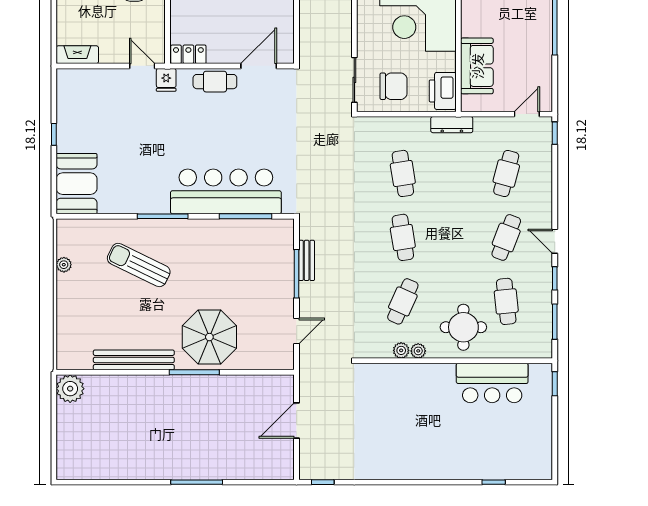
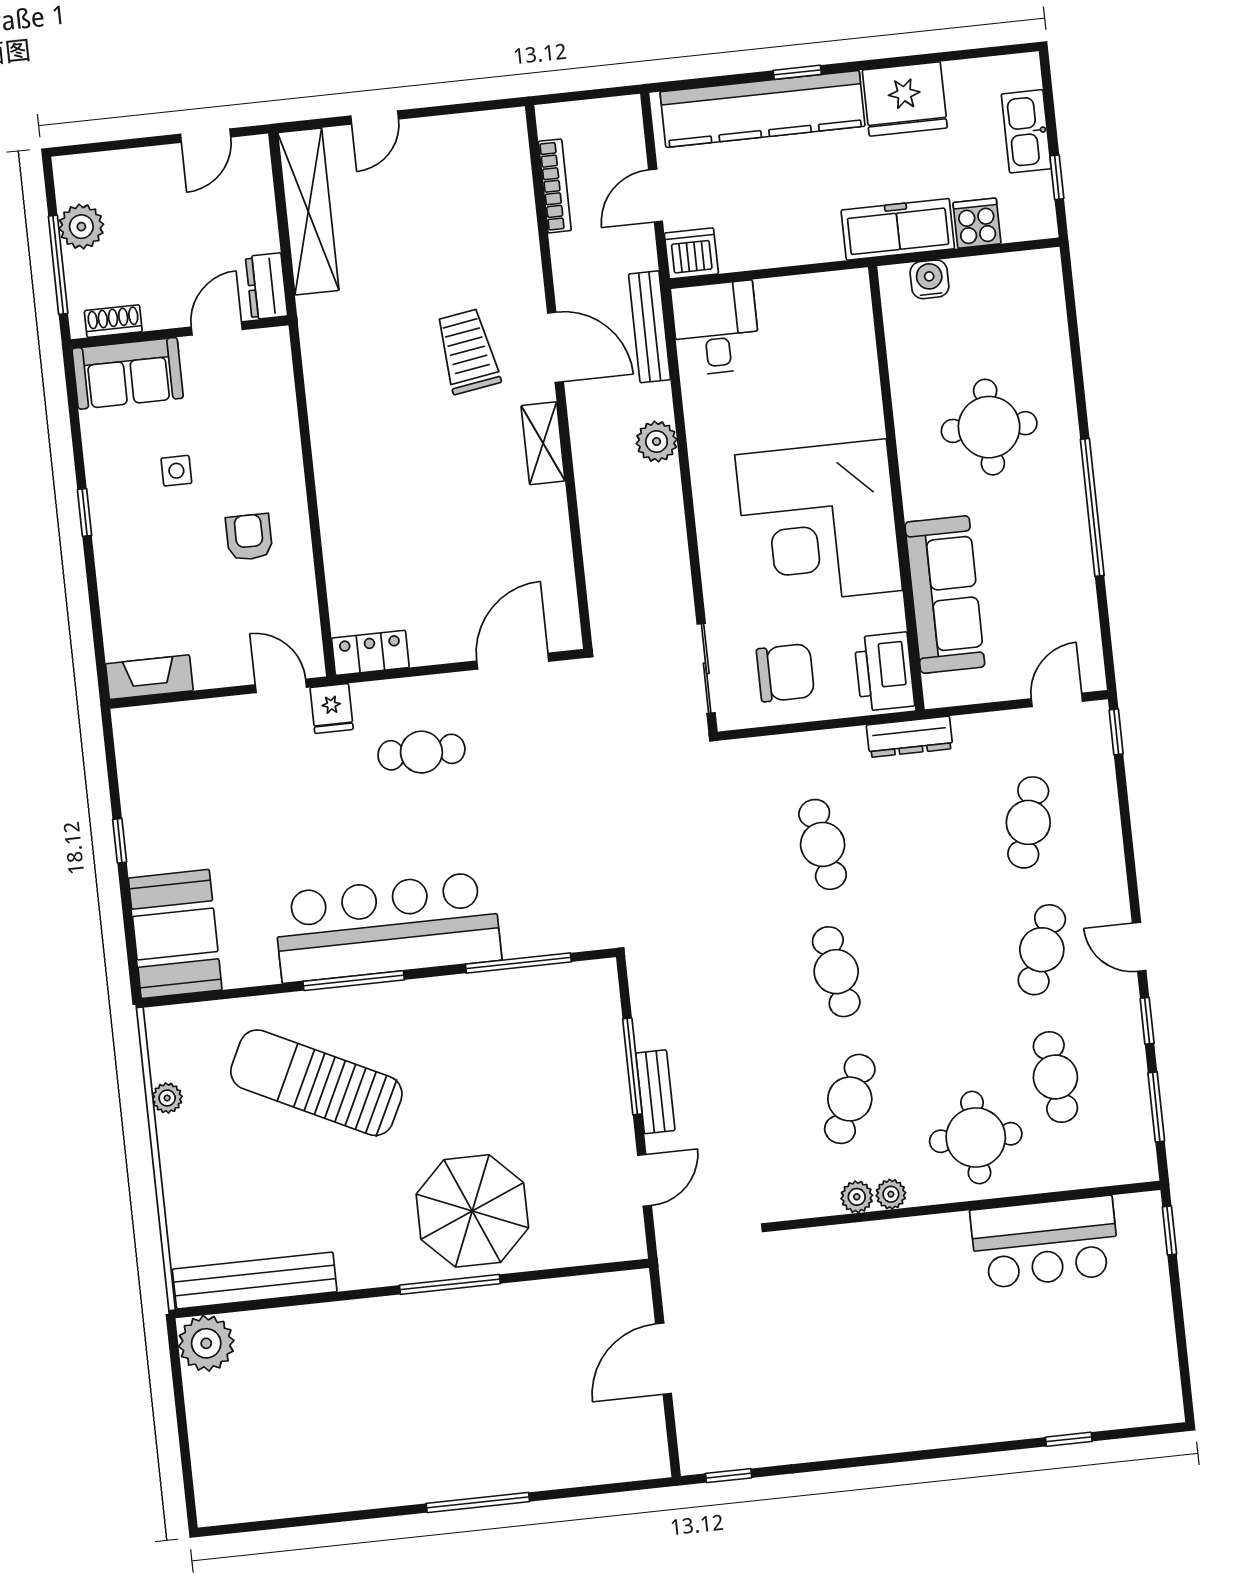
sofa: (477, 66) -> (945, 595), width x1.36
cafe table: (215, 82) -> (421, 752), moved
bar counter: (226, 191) -> (387, 927), moved
bench: (307, 260) -> (655, 1092), moved
sun lounger: (139, 265) -> (316, 1083), width x1.36, depth x1.34
bench: (134, 360) -> (255, 1280), moved

